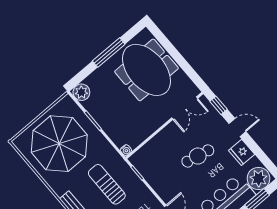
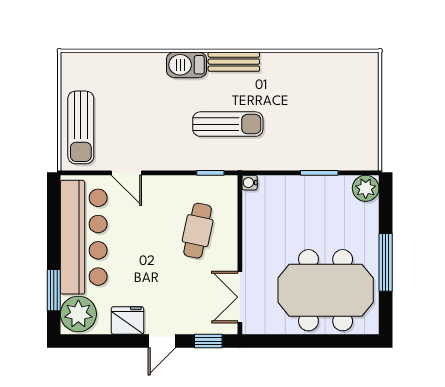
parasol: (59, 144) -> (326, 108), removed
cafe table: (198, 156) -> (198, 231), moved

